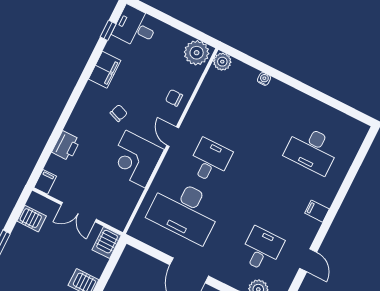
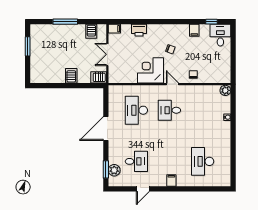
plant: (197, 53) -> (223, 74), removed
filing cabinet: (105, 70) -> (194, 30), width x0.50
door: (173, 137) -> (172, 84), hinge flipped
desk: (210, 161) -> (169, 110), turned 180
desk: (185, 211) -> (136, 110), width x0.73, depth x0.77

